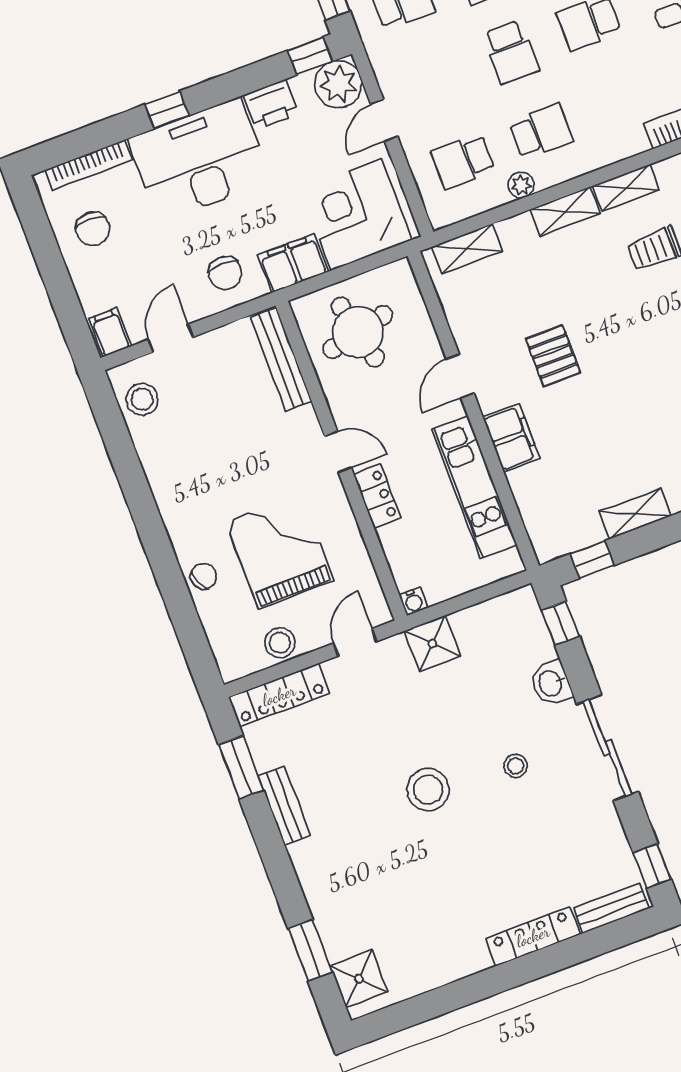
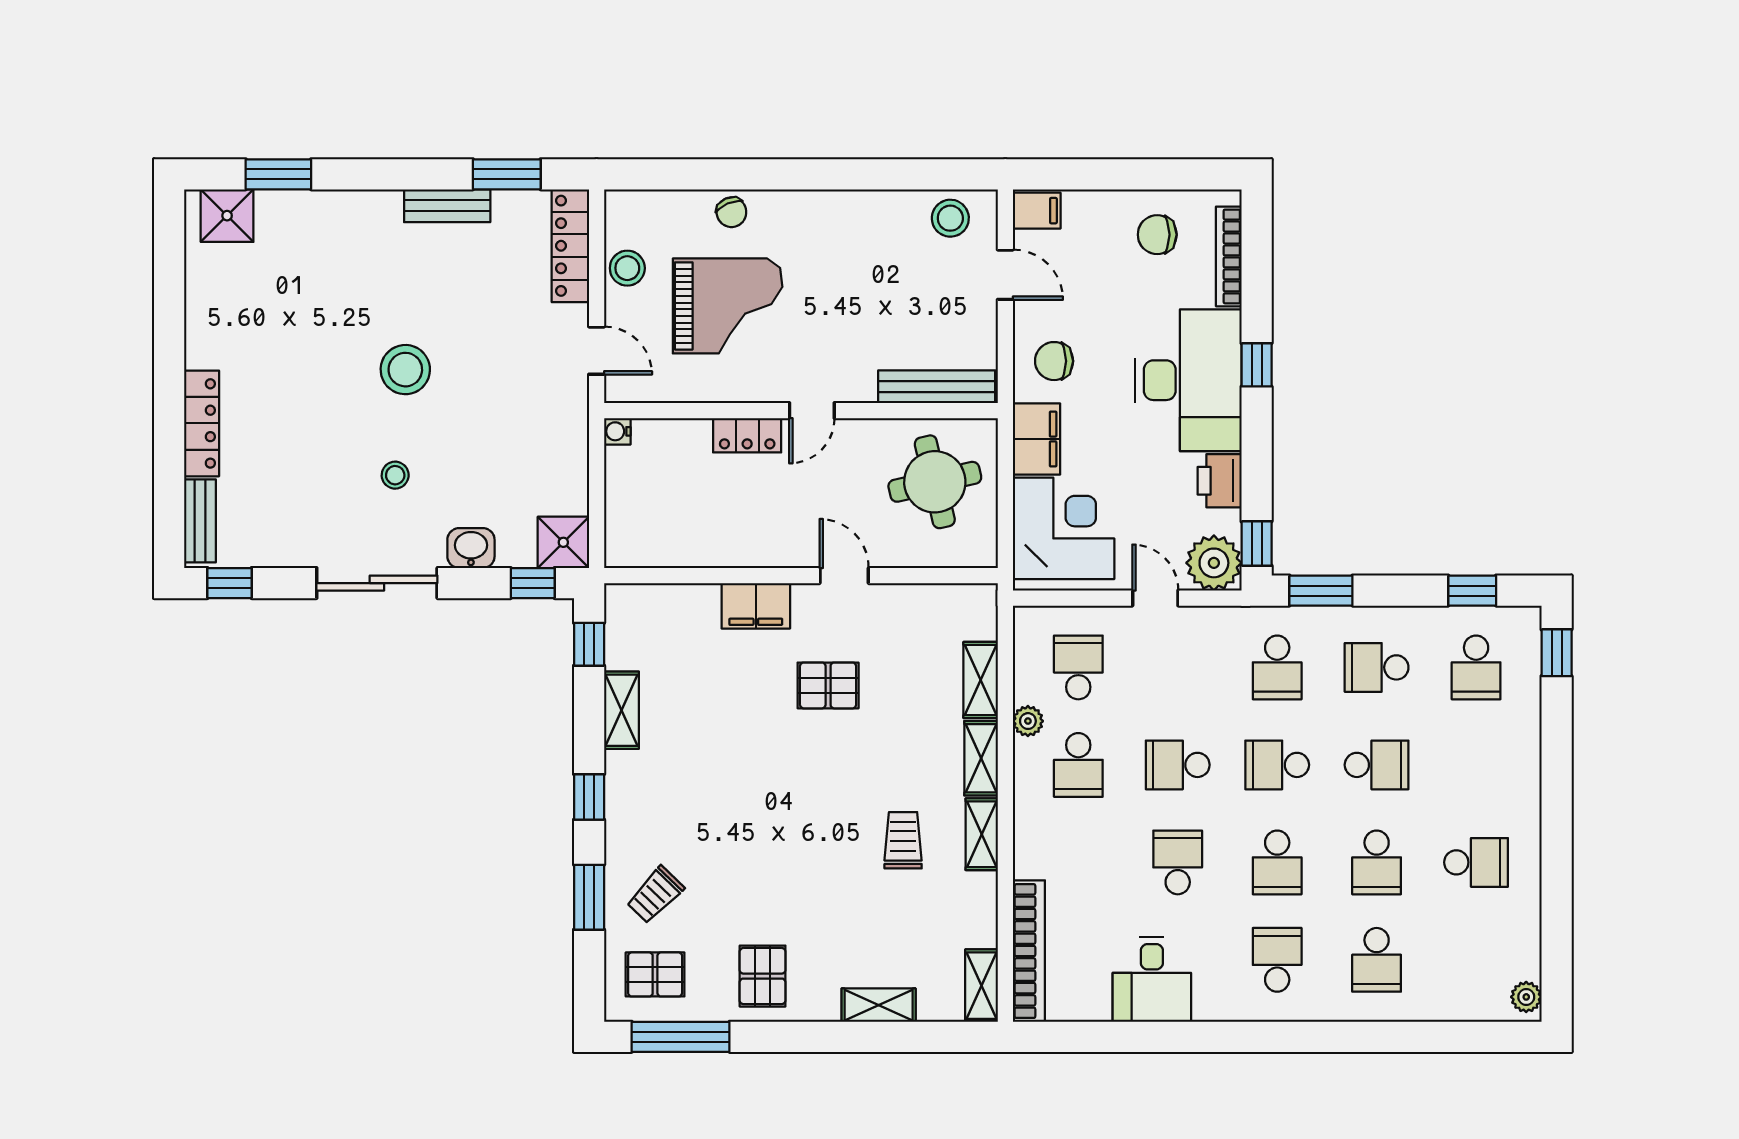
shelving: (467, 249) -> (981, 680), moved
kitchen unit: (474, 487) -> (717, 545), removed
shower: (432, 643) -> (563, 542), moved

